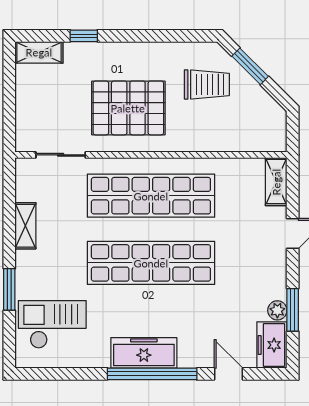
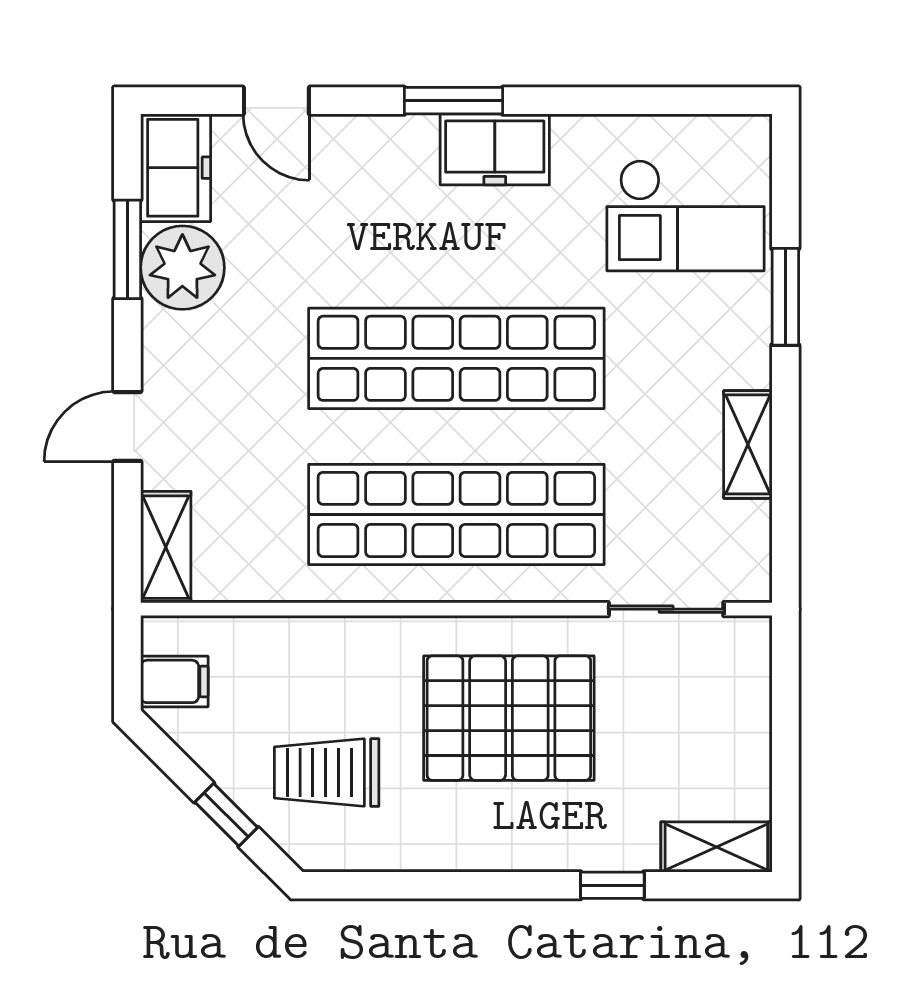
window: (250, 66) -> (226, 815), width x0.67
filing cabinet: (272, 124) -> (174, 681), added
plant: (277, 310) -> (182, 268), width x1.87, depth x1.87
freezer: (144, 353) -> (495, 149), width x0.71
window: (152, 374) -> (454, 101), width x0.47

